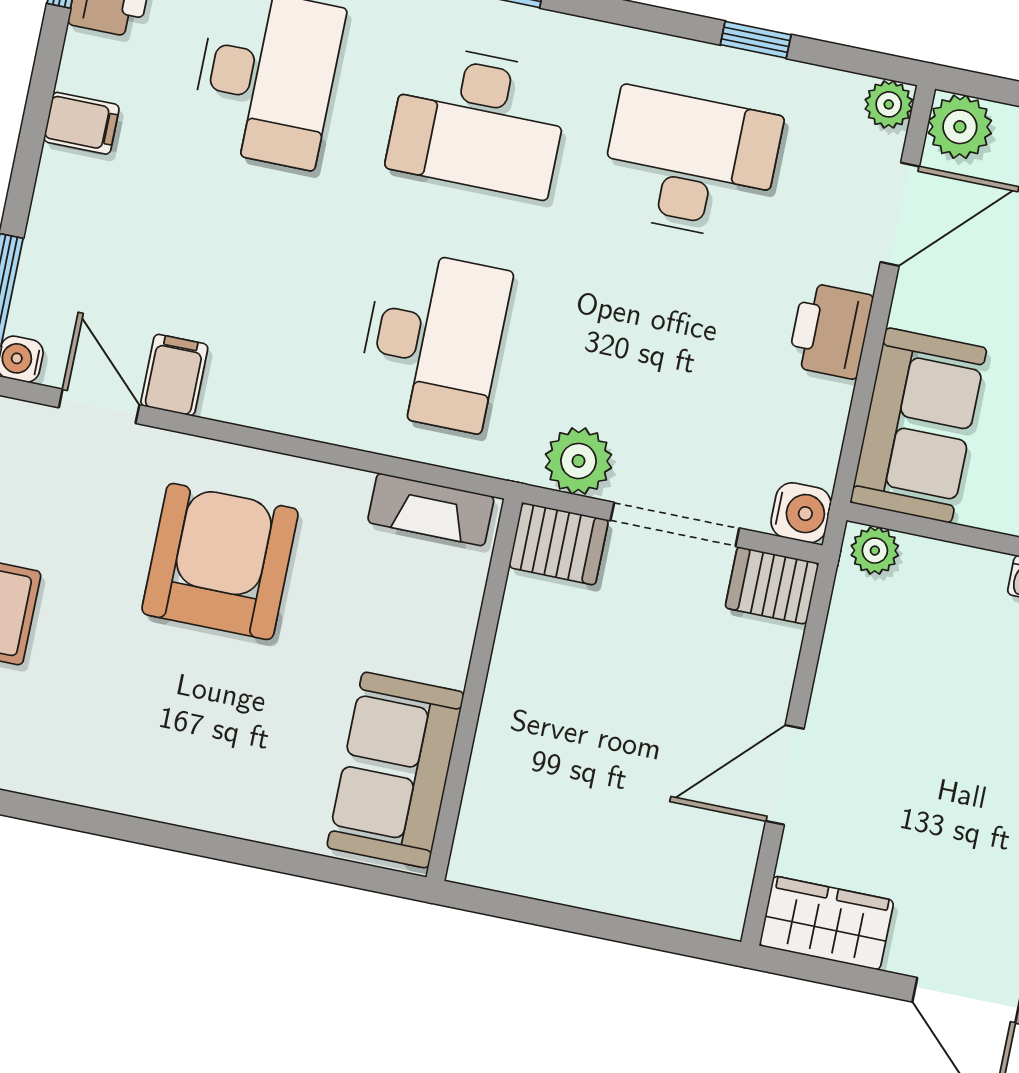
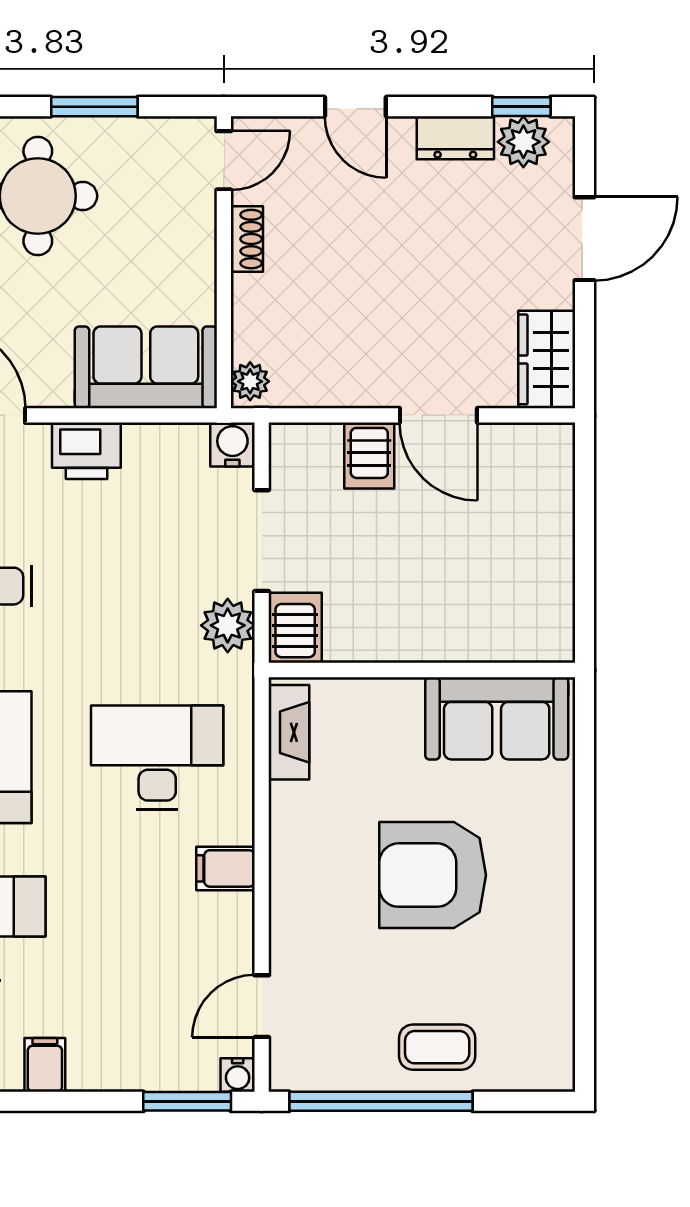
filing cabinet: (174, 375) -> (225, 868), moved
armchair: (220, 561) -> (433, 875), moved
server rack: (772, 586) -> (369, 456), moved

